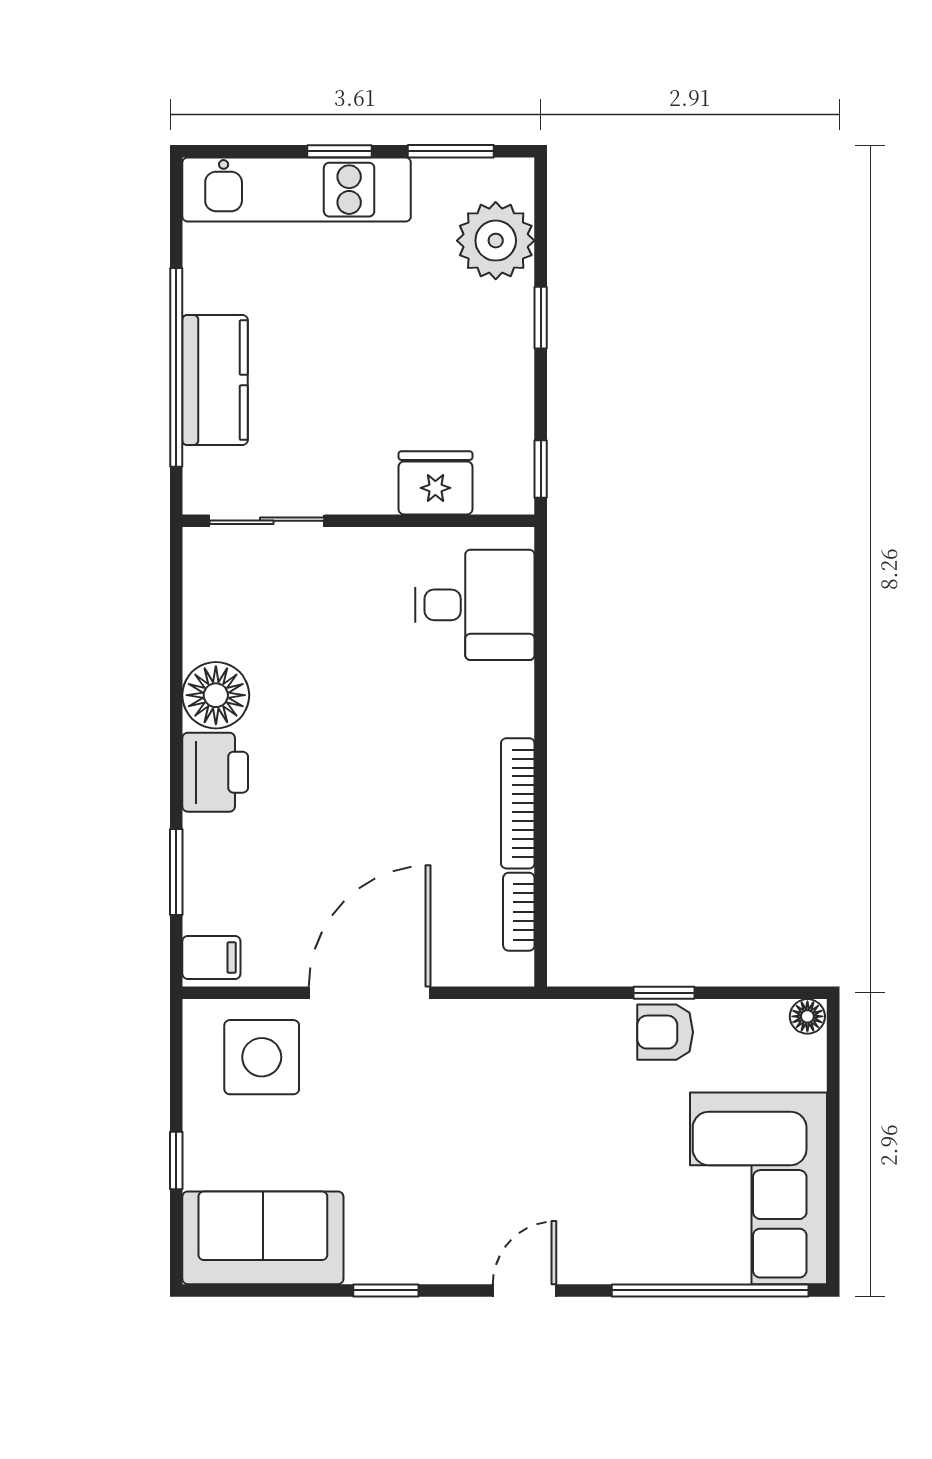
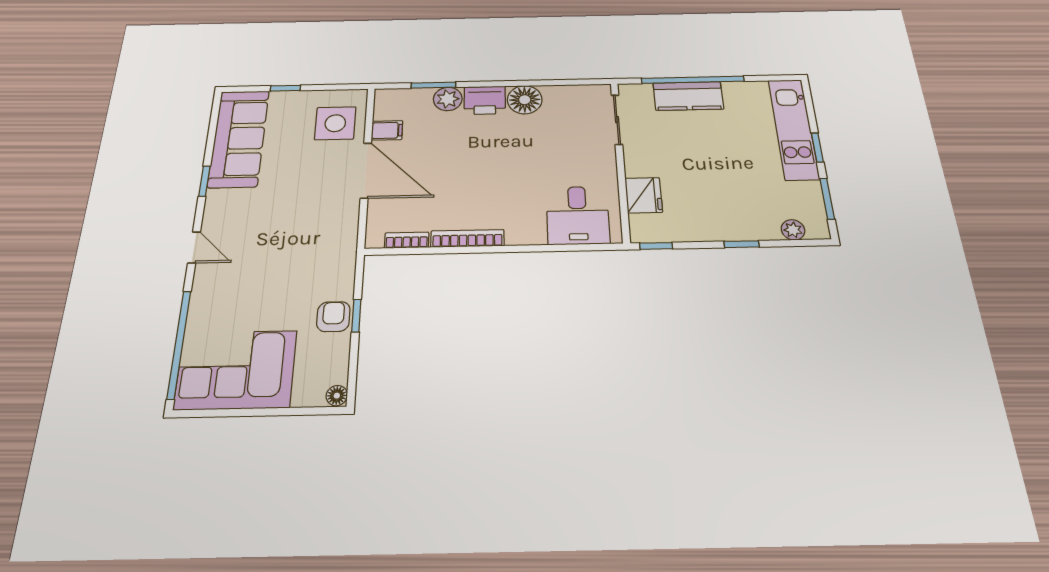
plant: (496, 241) -> (793, 230), width x0.53, depth x0.53
plant: (210, 844) -> (448, 99), added
filing cabinet: (211, 958) -> (387, 130), moved, turned -90
sofa: (263, 1238) -> (239, 138), width x1.36

